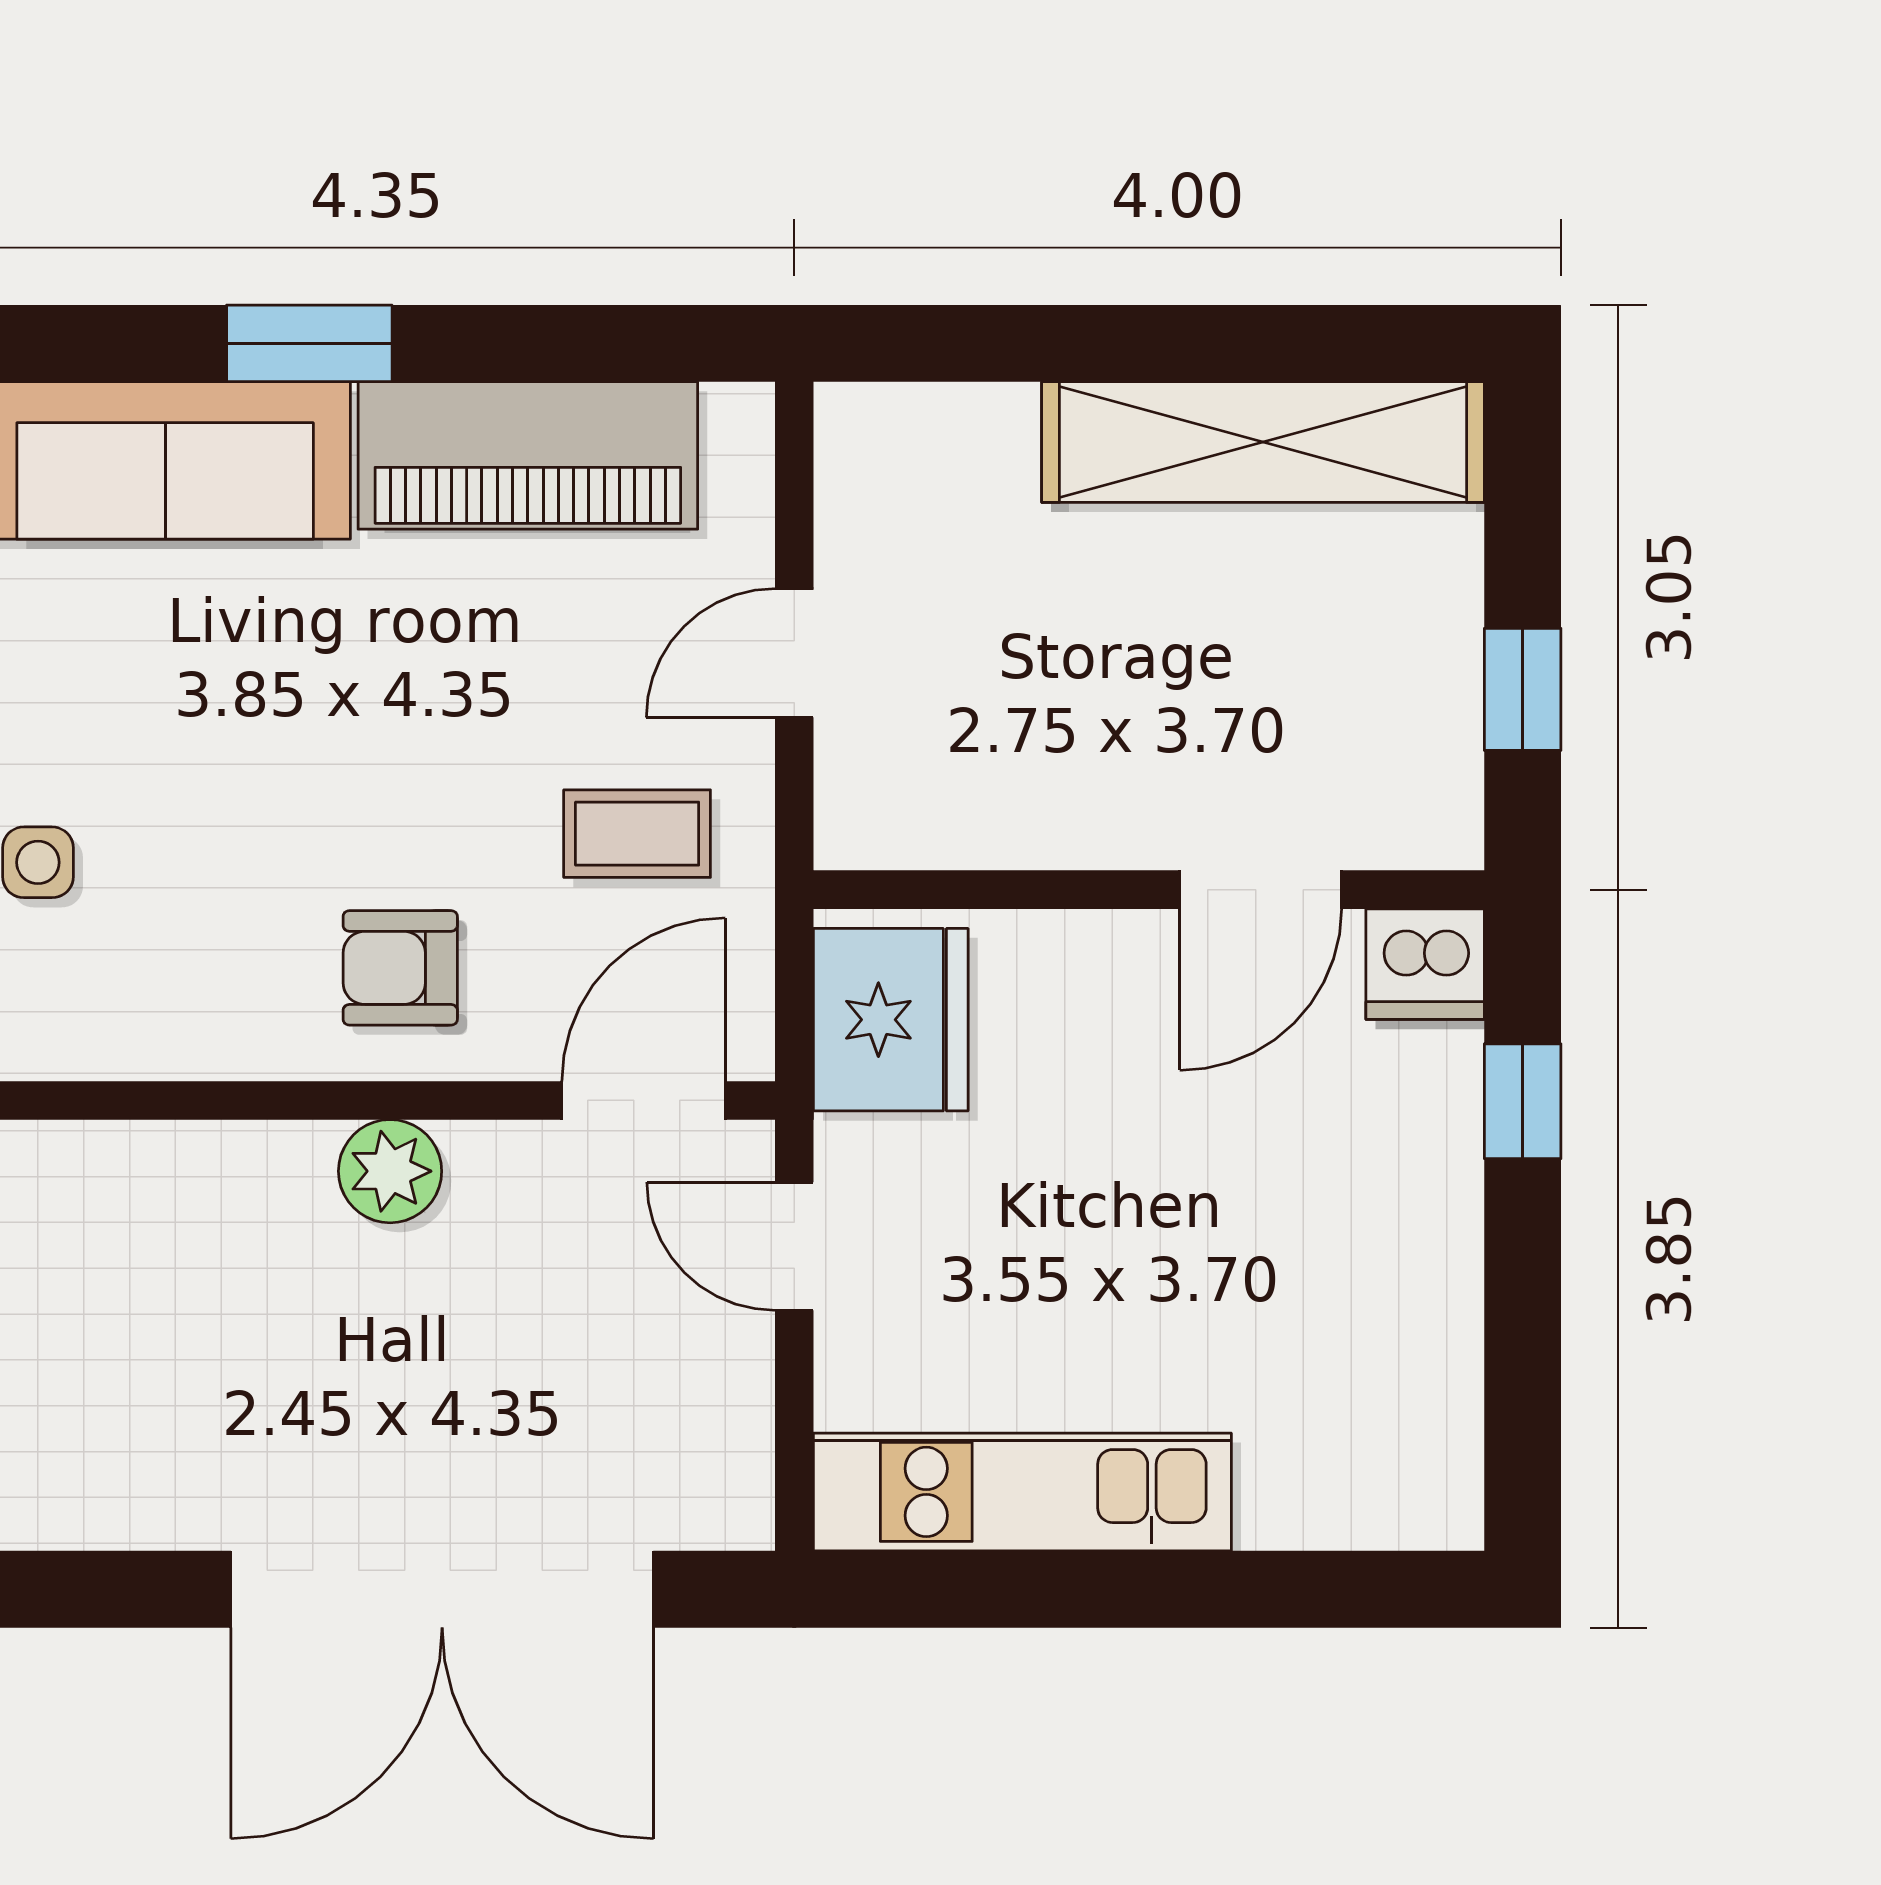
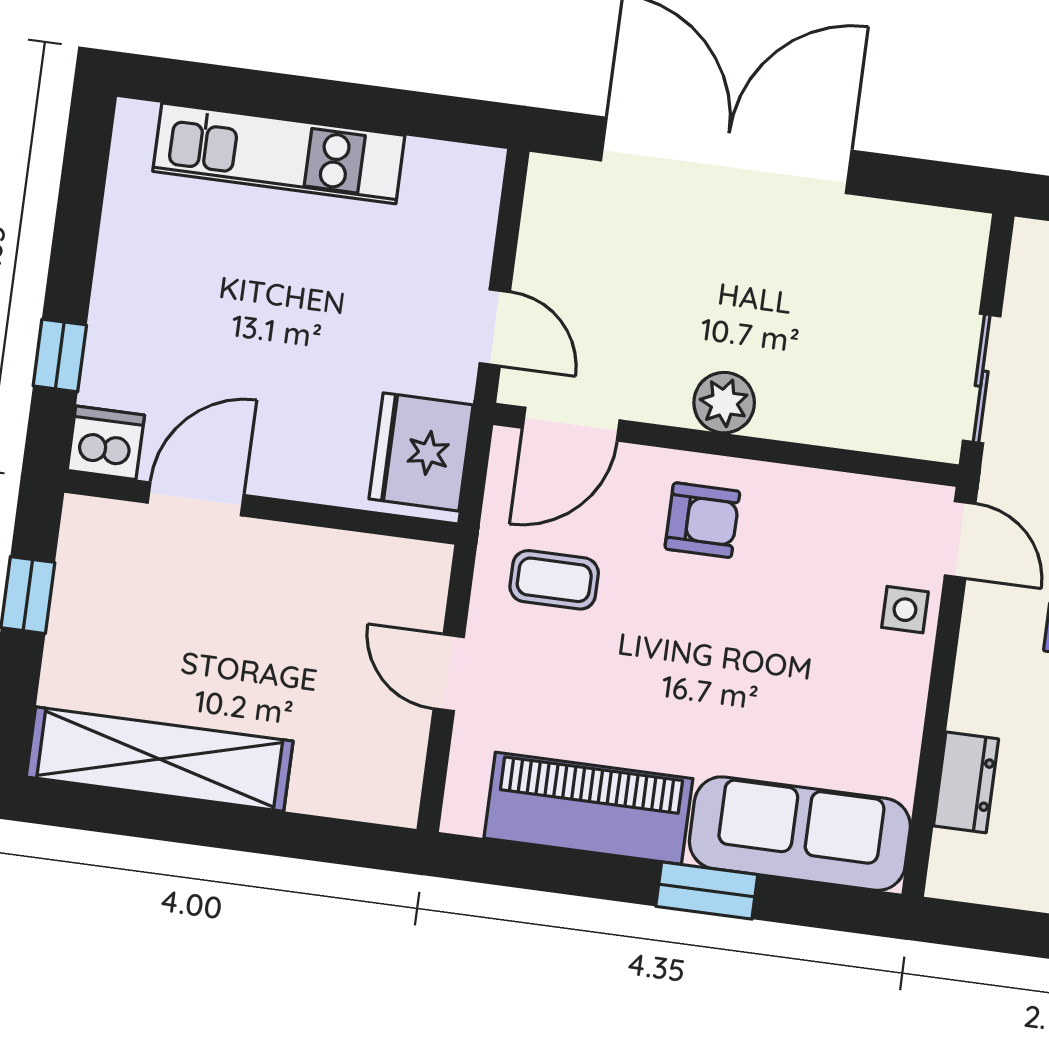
door: (794, 653) -> (449, 673), swing flipped
kitchen unit: (1022, 1492) -> (279, 153), moved

